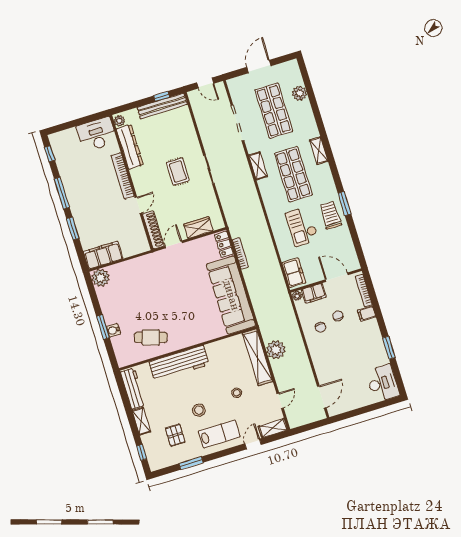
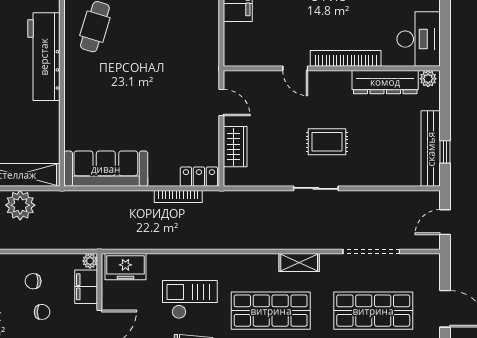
shoe rack: (153, 230) -> (252, 79), removed
sofa: (231, 295) -> (106, 169), width x0.74, depth x0.79

